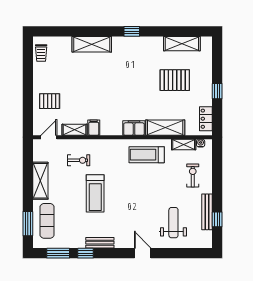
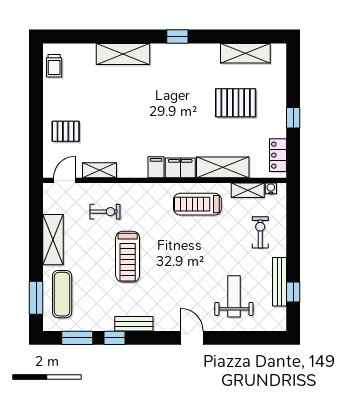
filing cabinet: (94, 128) -> (156, 167), moved

